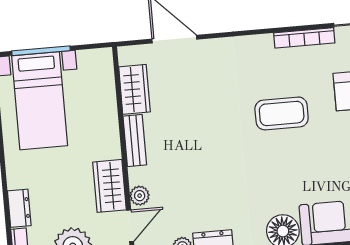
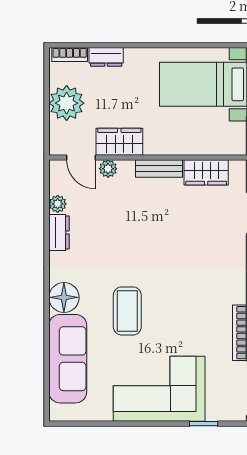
coffee table: (282, 113) -> (127, 311), moved

